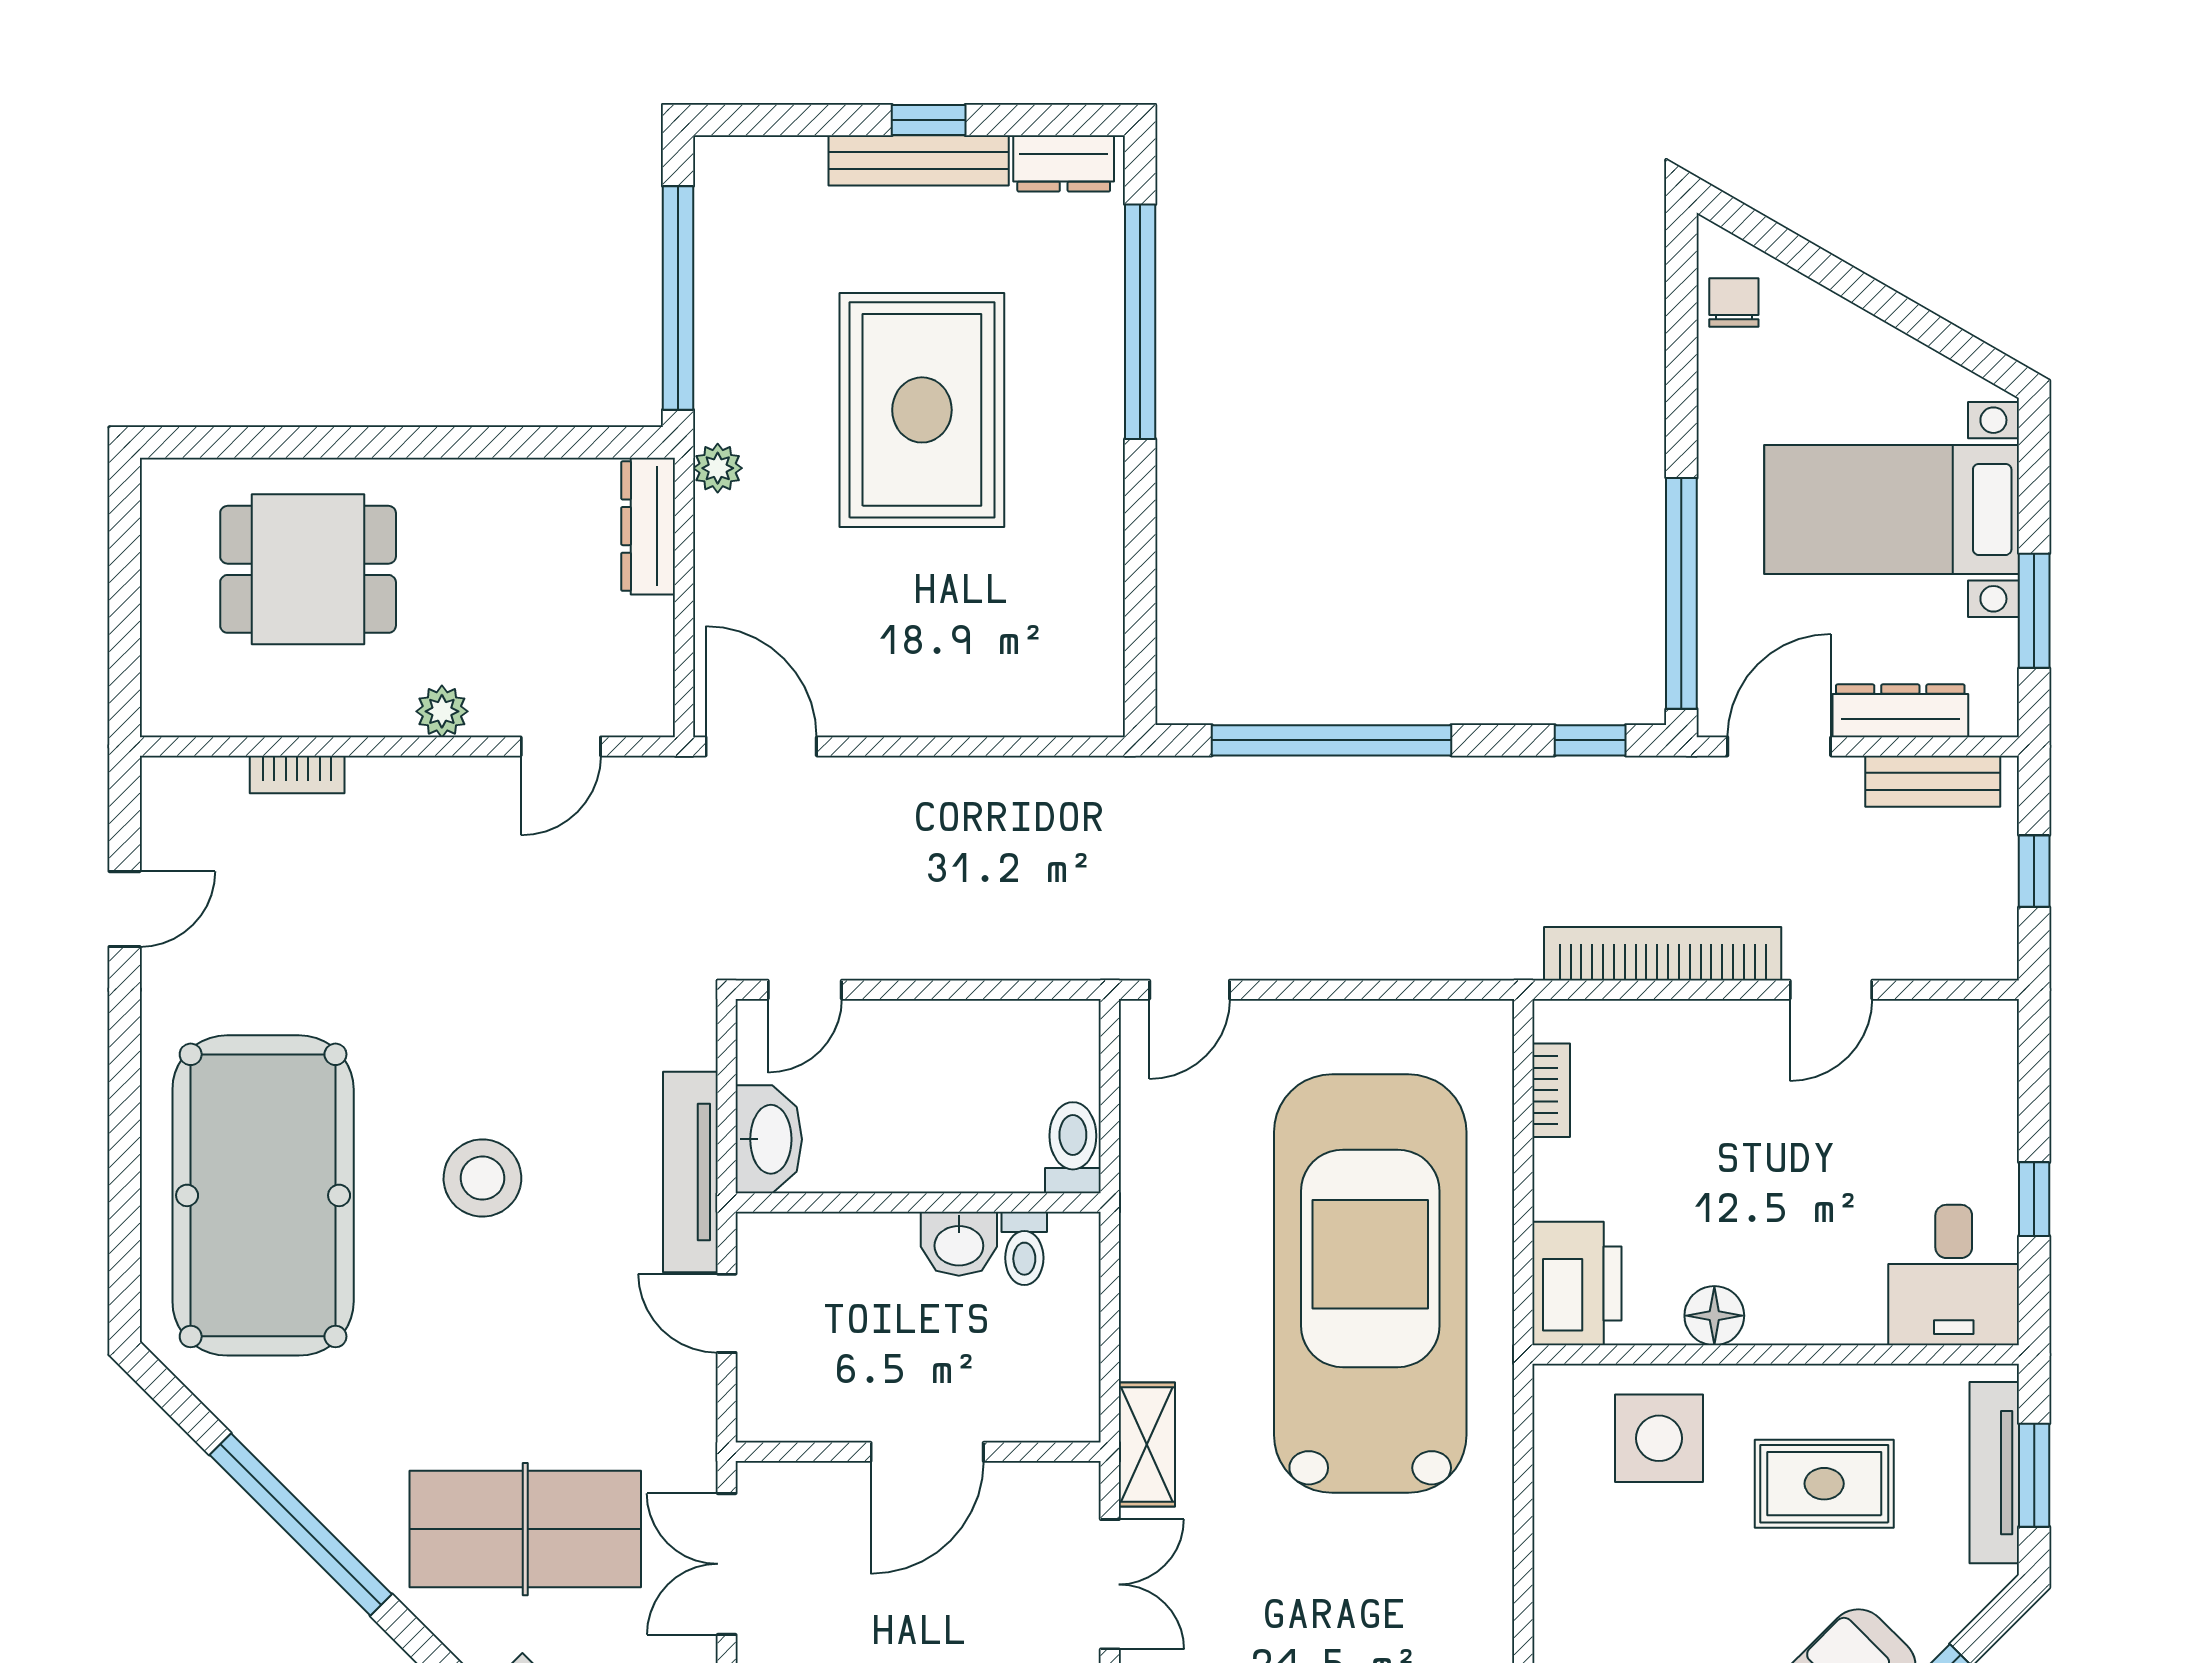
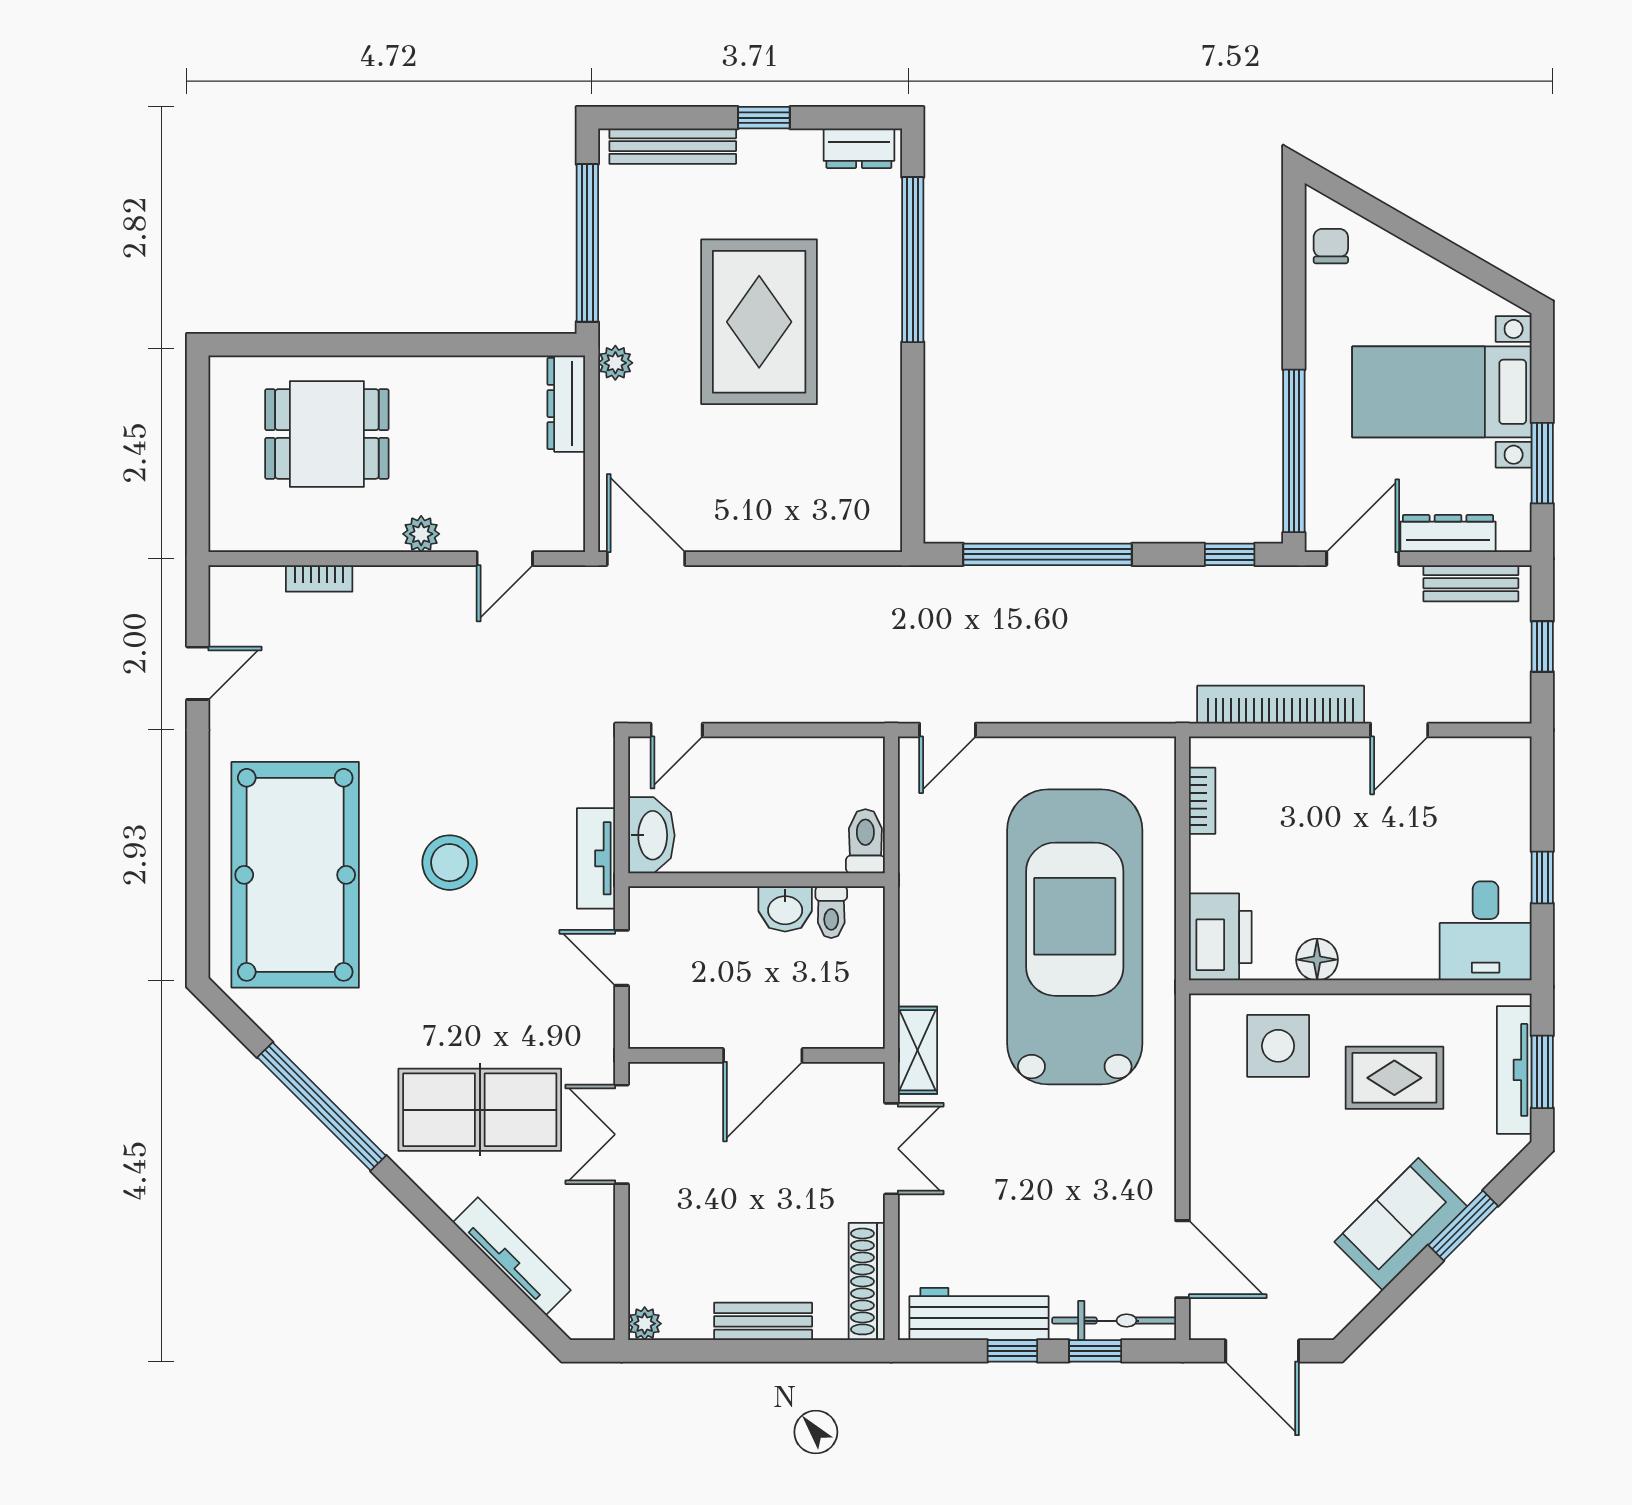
bench: (919, 160) -> (673, 146), moved
tv unit: (690, 1172) -> (596, 858), width x0.71

